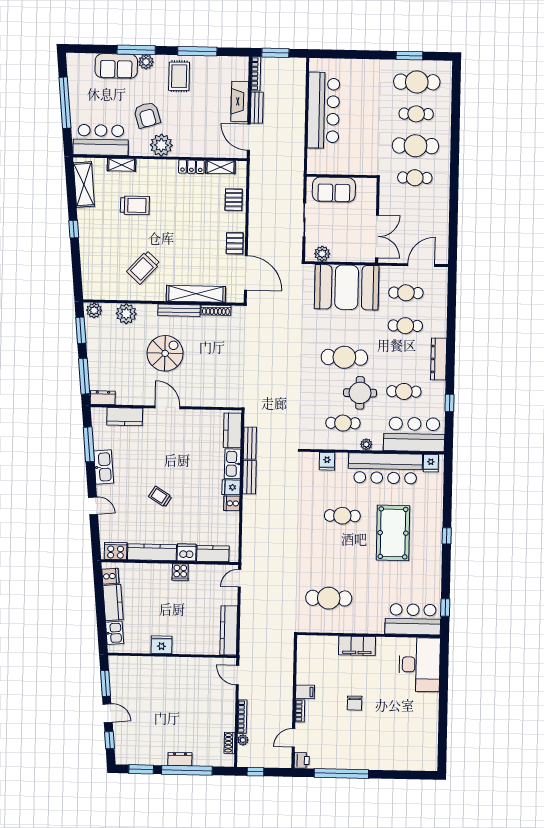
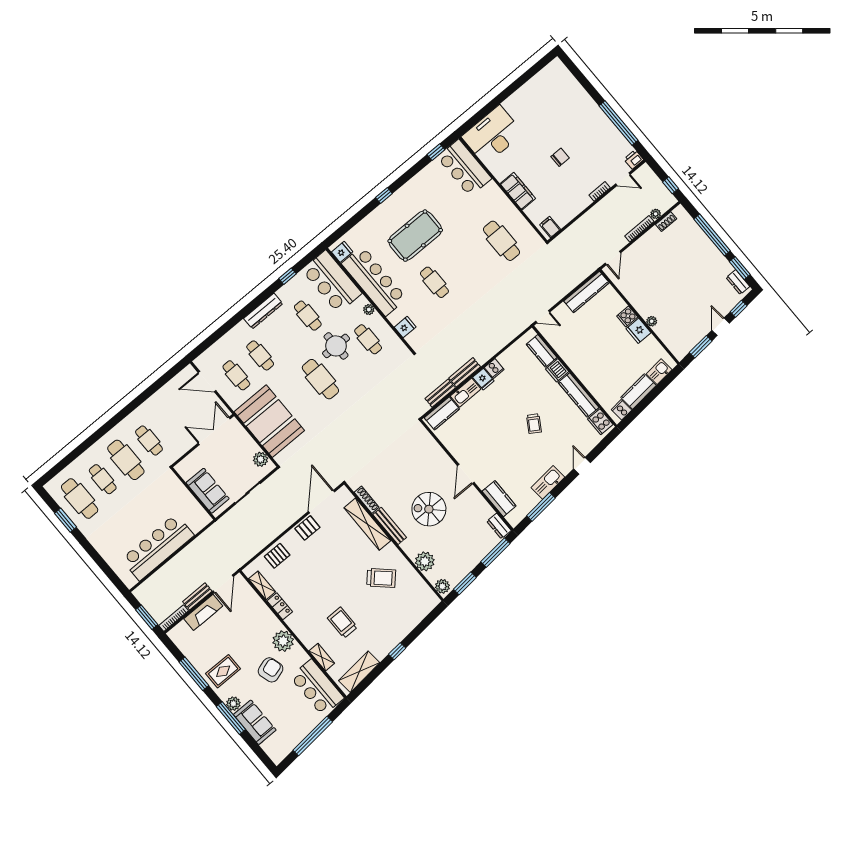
cooker: (180, 572) -> (627, 316), moved, turned 180
plant: (160, 662) -> (652, 321), added
filing cabinet: (305, 692) -> (550, 227), moved
dresser: (180, 759) -> (738, 282), moved

